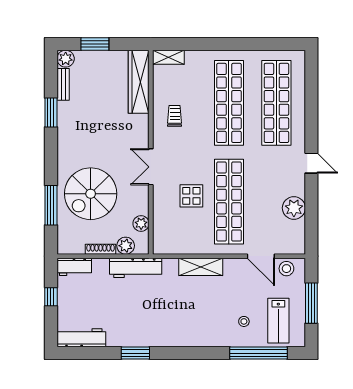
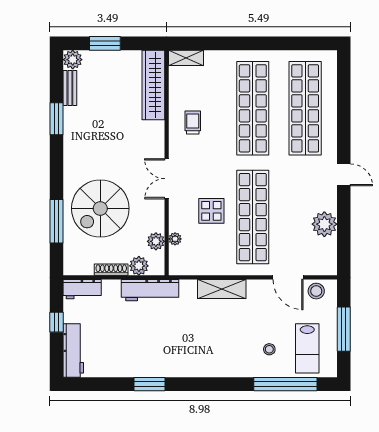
plant: (158, 221) -> (175, 239), added
workbench: (81, 338) -> (73, 351), moved, turned 90

